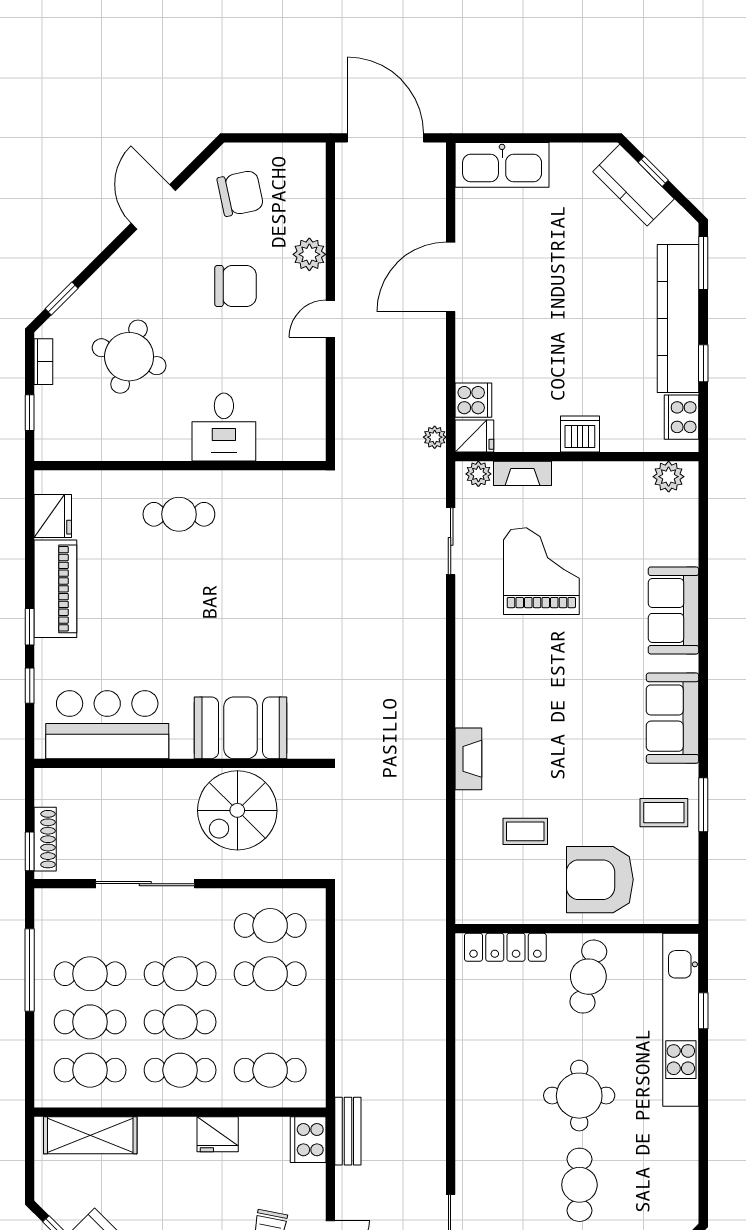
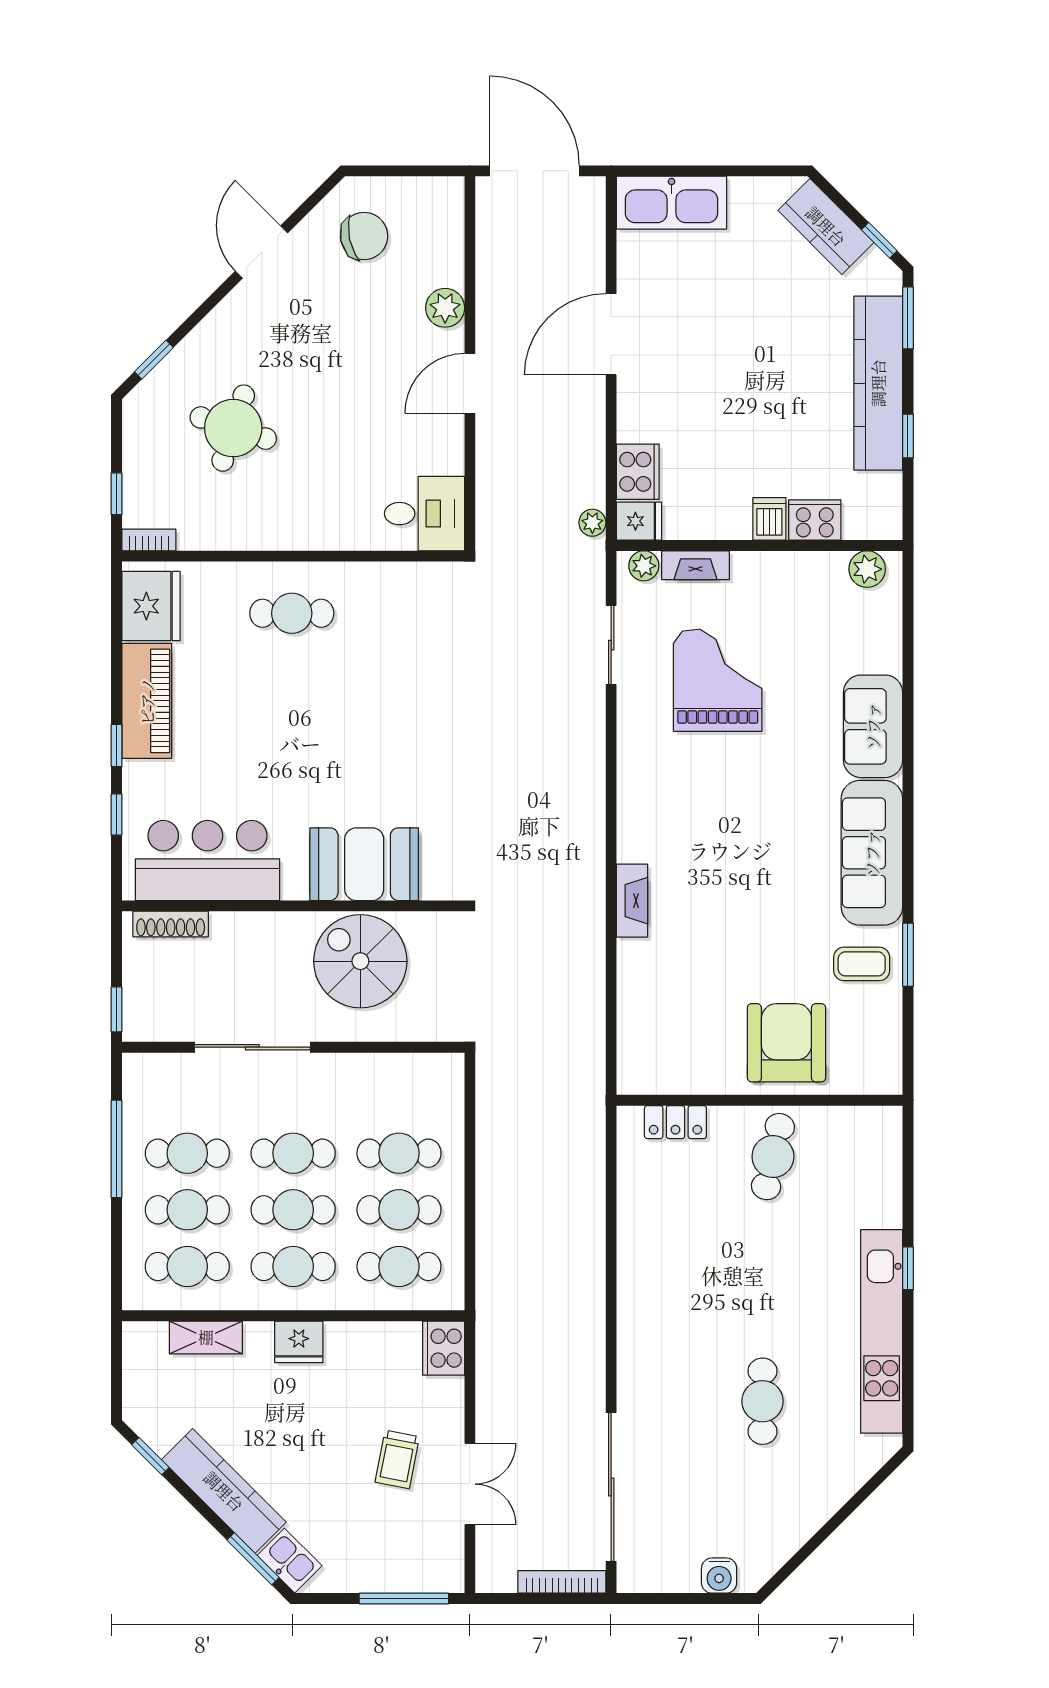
window: (653, 171) -> (879, 240), moved
chair: (236, 286) -> (358, 345), removed
door: (330, 319) -> (470, 383), width x1.38
bookcase: (43, 362) -> (149, 540), moved, turned -90
cooker: (473, 400) -> (638, 472), width x1.36
cooker: (682, 417) -> (815, 520), moved, turned 90
desk: (224, 427) -> (424, 514), moved, turned -90
dishwasher: (580, 434) -> (769, 519), width x0.73
fridge: (53, 516) -> (151, 606), width x1.36, depth x1.34
sofa: (673, 718) -> (872, 853), width x1.36
spiral stairs: (237, 810) -> (360, 961), turned 90
coffee table: (525, 831) -> (699, 986), removed
shoe rack: (45, 839) -> (171, 924), moved, turned 90
armchair: (600, 880) -> (786, 1043), turned 90
cafe table: (270, 925) -> (399, 1210), moved
locker: (505, 947) -> (675, 1122), width x0.66
window: (703, 1011) -> (908, 1268), moved
kitchen unit: (681, 1020) -> (882, 1331), moved
round table: (579, 1096) -> (762, 1296), removed
bench: (348, 1131) -> (490, 1338), removed
fridge: (218, 1134) -> (299, 1342), moved
shelving: (90, 1135) -> (206, 1337), width x0.67, depth x0.75

